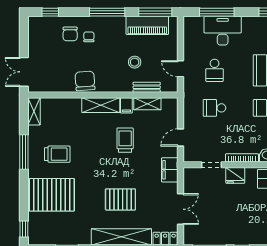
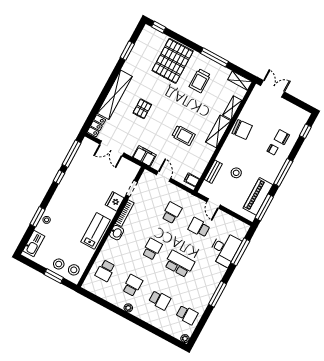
door: (180, 69) -> (213, 203), swing flipped
shelving: (147, 104) -> (232, 108), moved
filing cabinet: (126, 105) -> (192, 180), moved
pallet: (120, 199) -> (142, 109), width x0.67, depth x0.71

